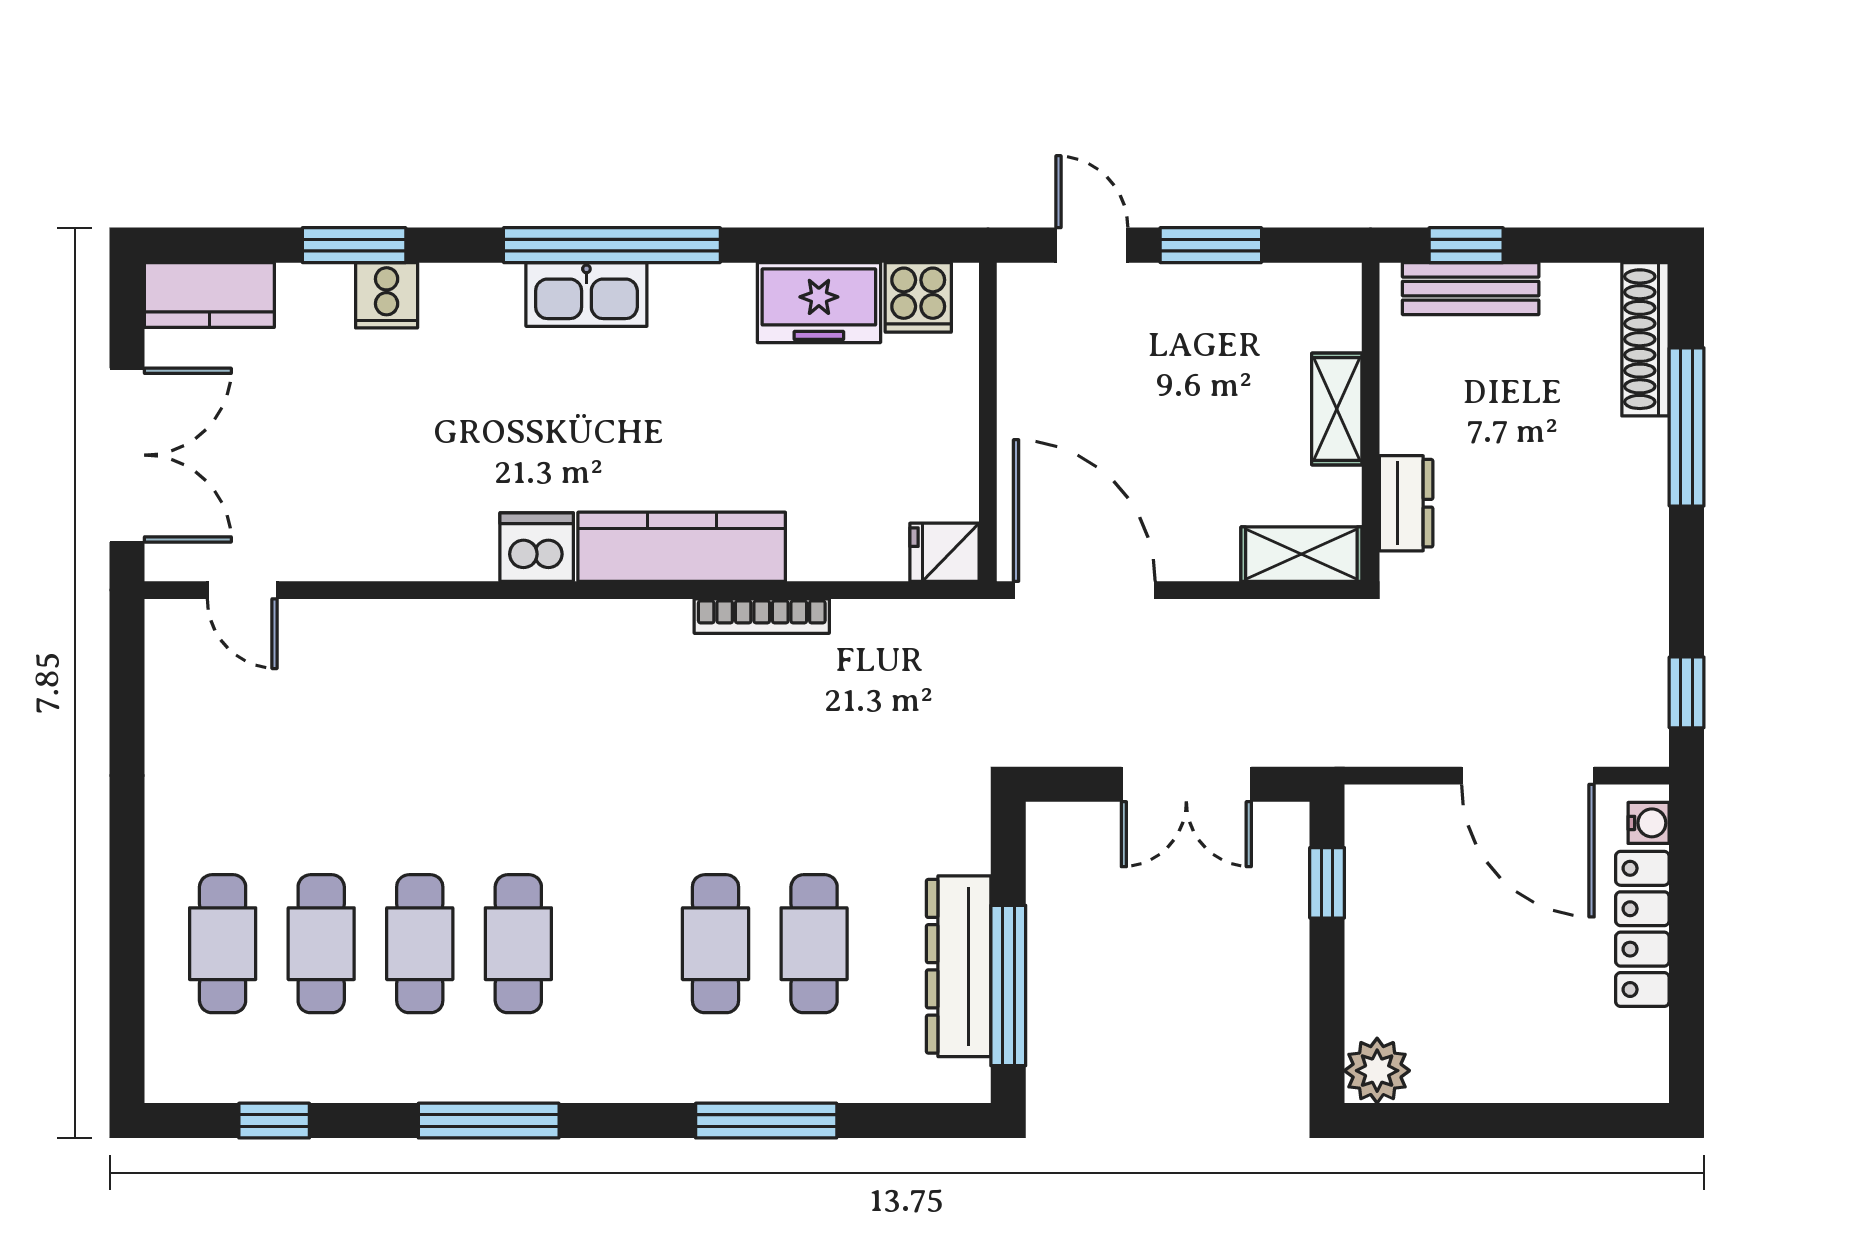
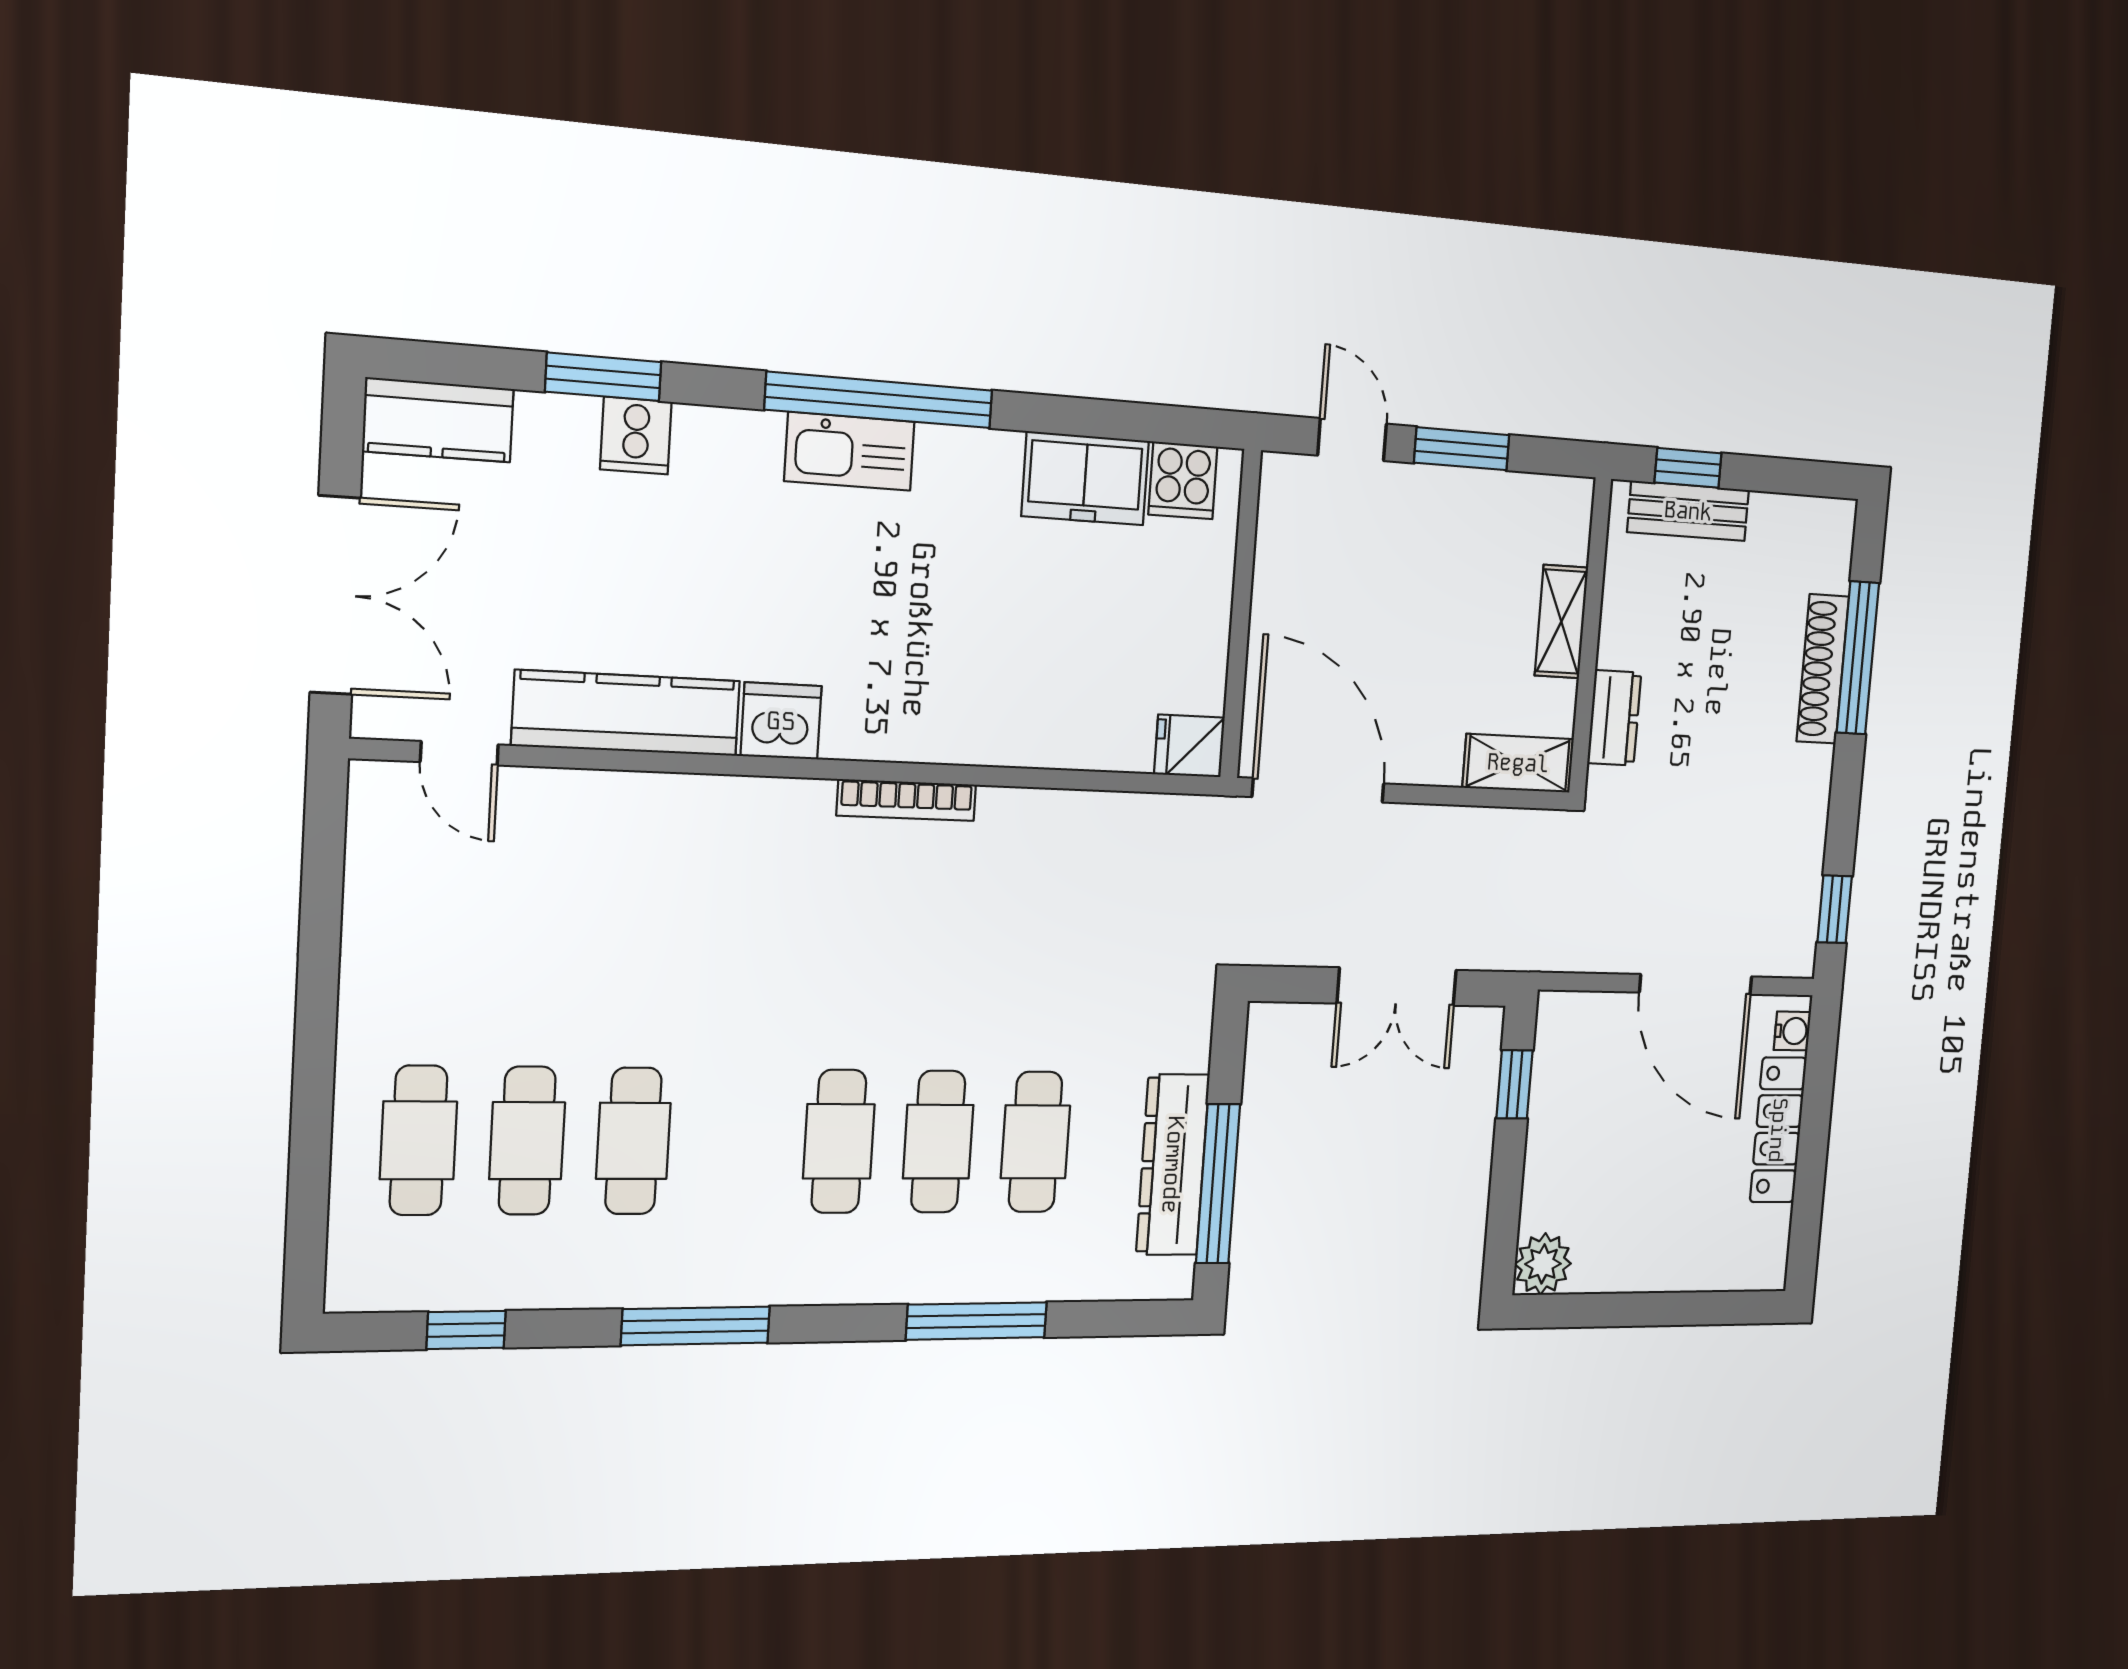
shoe rack: (1645, 339) -> (1823, 669), moved
kitchen counter: (682, 547) -> (626, 713), moved
bookcase: (762, 616) -> (907, 800), moved
cafe table: (518, 944) -> (839, 1141), moved

